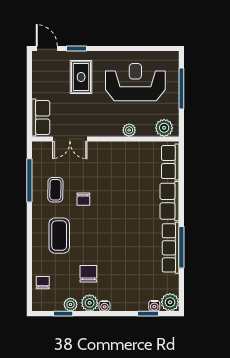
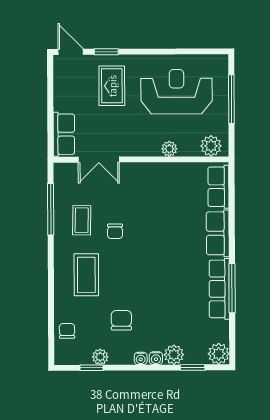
plant: (90, 303) -> (174, 355), moved
water cooler: (154, 306) -> (156, 358), moved

